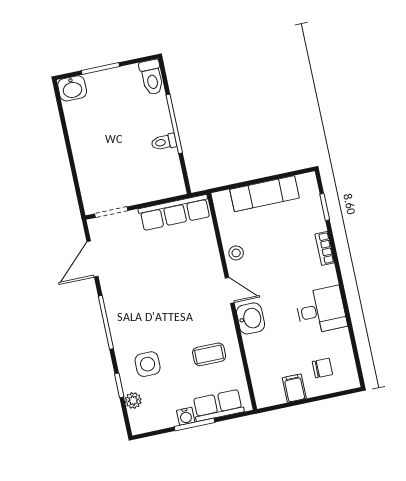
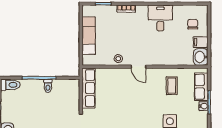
door: (230, 290) -> (138, 67), swing flipped
washbasin: (251, 318) -> (201, 57), moved, turned -90

